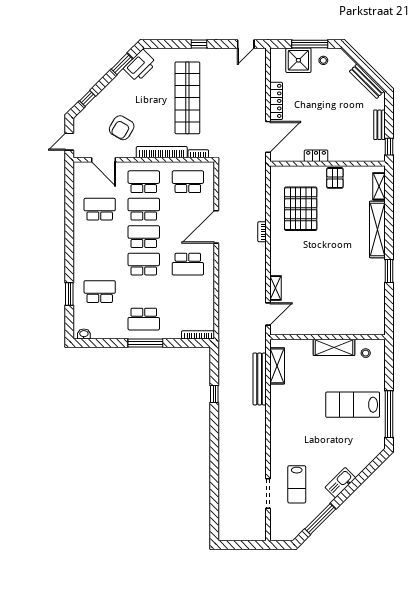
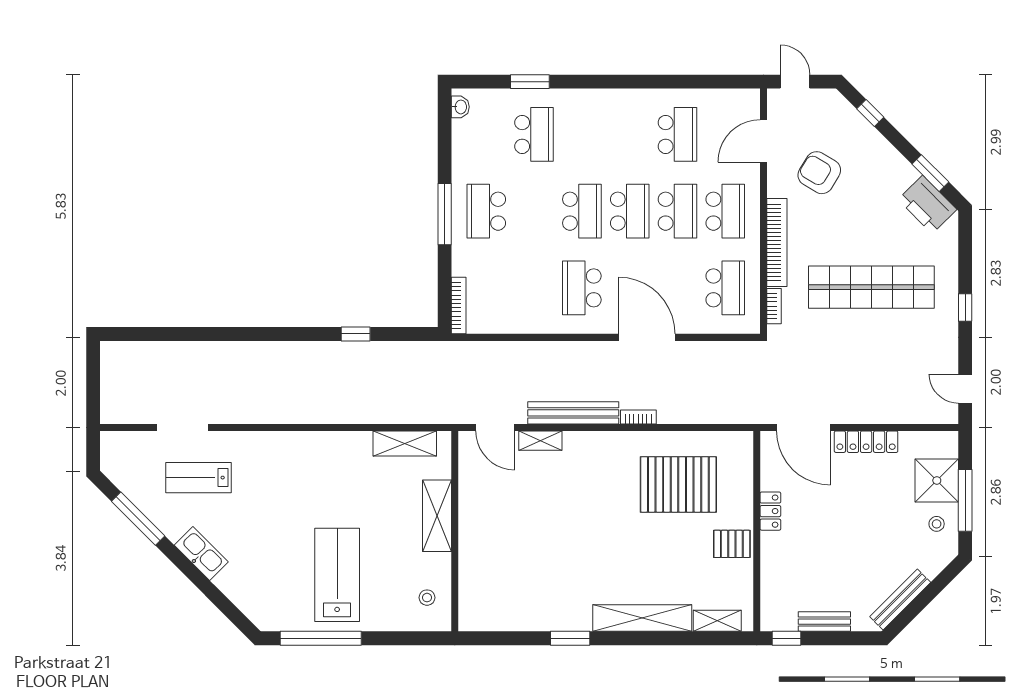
shelving: (334, 347) -> (437, 516), moved
bench: (260, 379) -> (573, 413), moved

